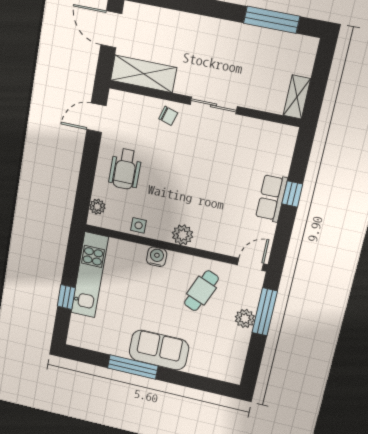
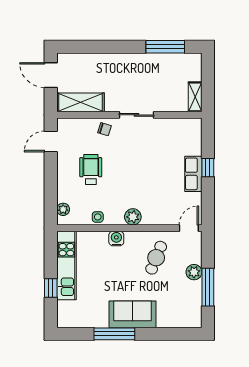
wheelchair: (125, 169) -> (91, 170), moved, turned 180
window: (265, 312) -> (208, 287), moved

